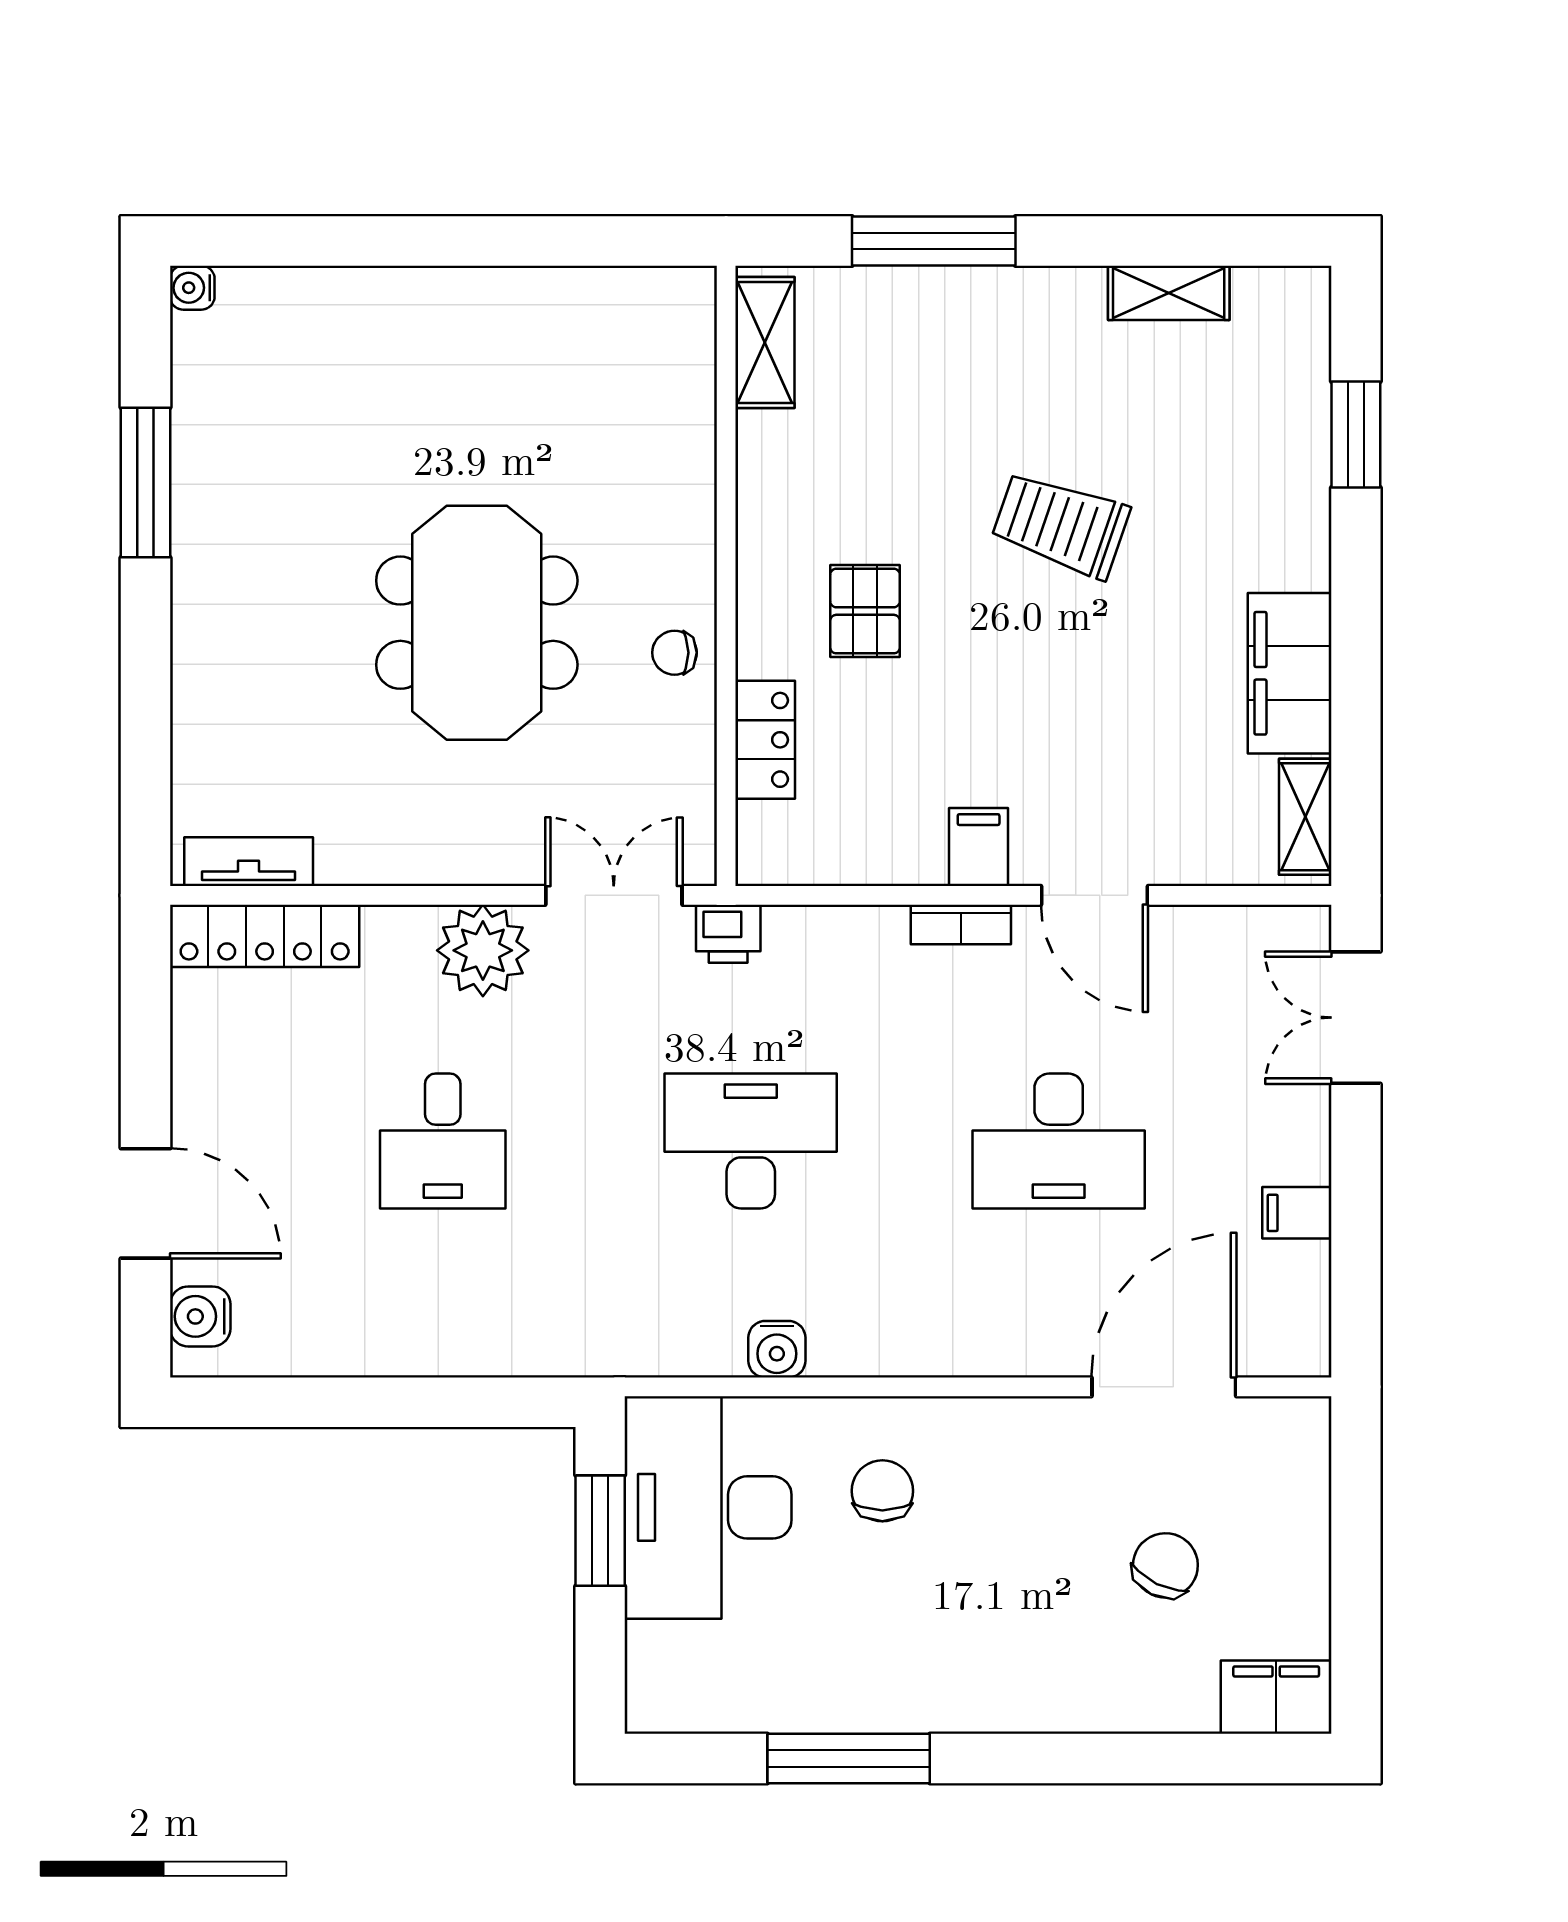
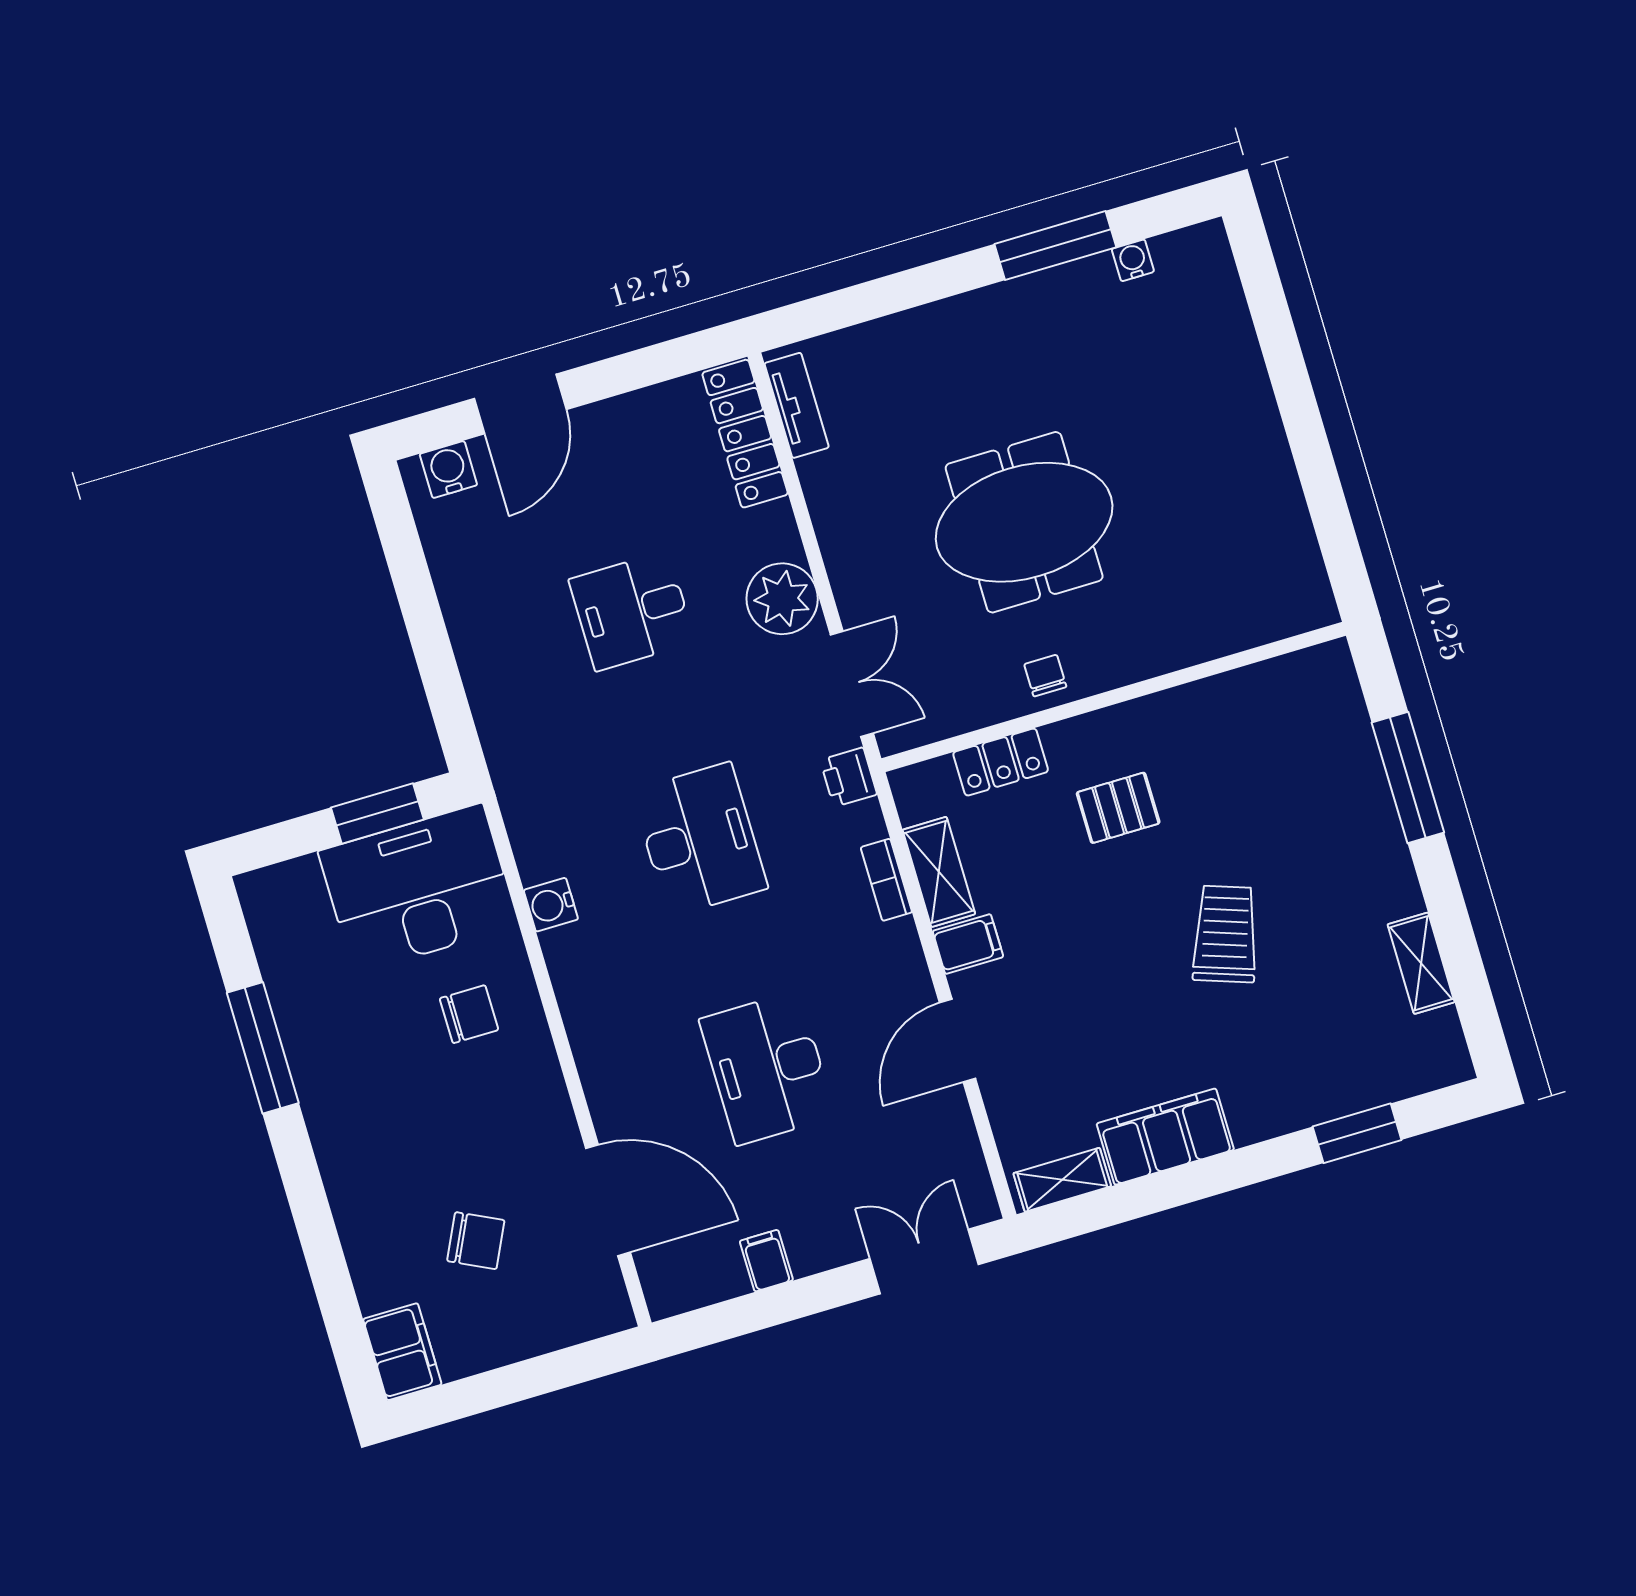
water cooler: (192, 288) -> (1133, 260), moved
shelving: (765, 343) -> (939, 872), moved, turned 90
bookcase: (961, 925) -> (886, 880), moved

